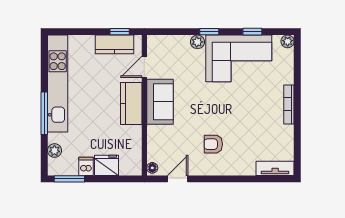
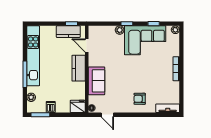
door: (144, 67) -> (87, 45), hinge flipped
sofa: (160, 102) -> (96, 81), moved
armchair: (213, 144) -> (140, 99), moved
fridge: (106, 165) -> (78, 106), moved
door: (178, 179) -> (107, 115), swing flipped

